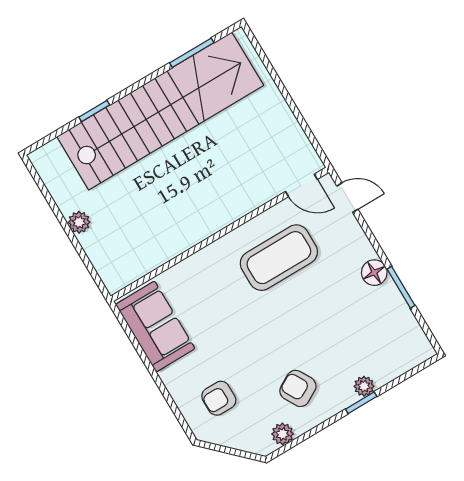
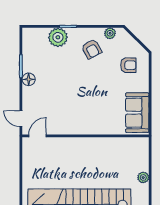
door: (301, 185) -> (38, 136), hinge flipped
coffee table: (279, 258) -> (66, 110), removed
plant: (364, 386) -> (58, 37), width x1.88, depth x1.88

